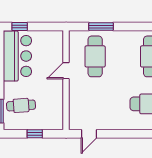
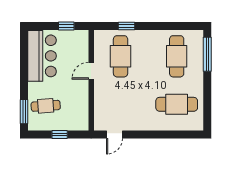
window: (20, 27) -> (66, 26), moved
window: (101, 27) -> (127, 26), width x0.67

